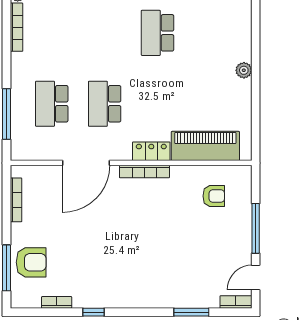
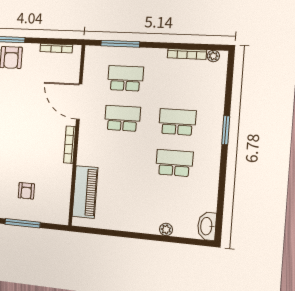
school desk: (105, 33) -> (177, 122), added
plant: (244, 70) -> (166, 229), moved
locker: (151, 151) -> (84, 151), removed
armchair: (214, 196) -> (26, 191), moved

